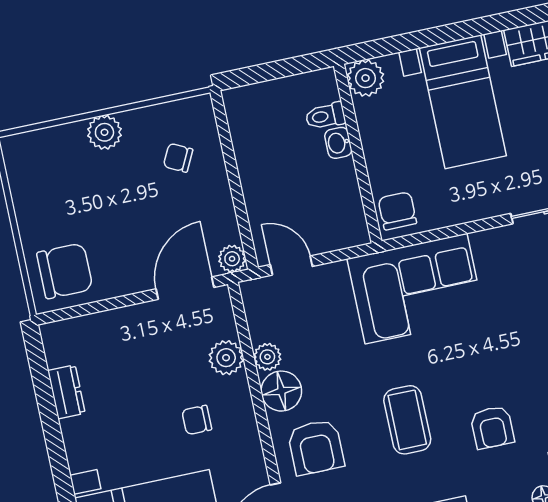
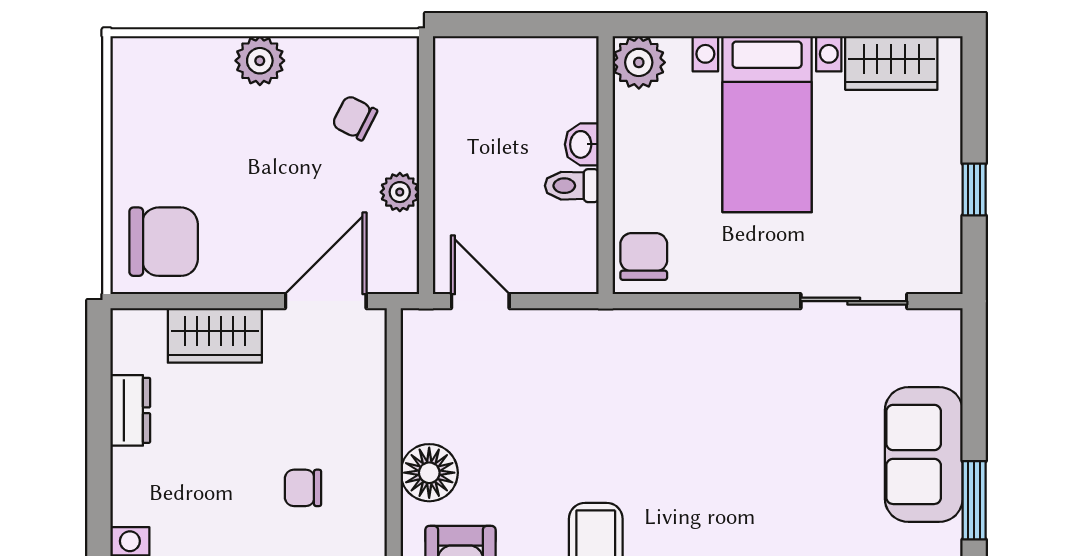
toilet: (325, 116) -> (572, 186), moved
plant: (232, 259) -> (400, 192), moved
corner sofa: (416, 289) -> (647, 370), removed
wardrobe: (114, 328) -> (215, 335), added
plant: (267, 357) -> (420, 421), removed
plant: (226, 358) -> (362, 410), removed

